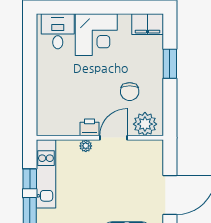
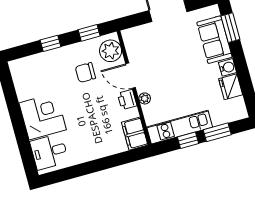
filing cabinet: (148, 24) -> (135, 134), moved, turned 180
window: (170, 64) -> (51, 43), width x0.67
chair: (130, 92) -> (85, 73), turned 180
window: (170, 107) -> (89, 33), added

